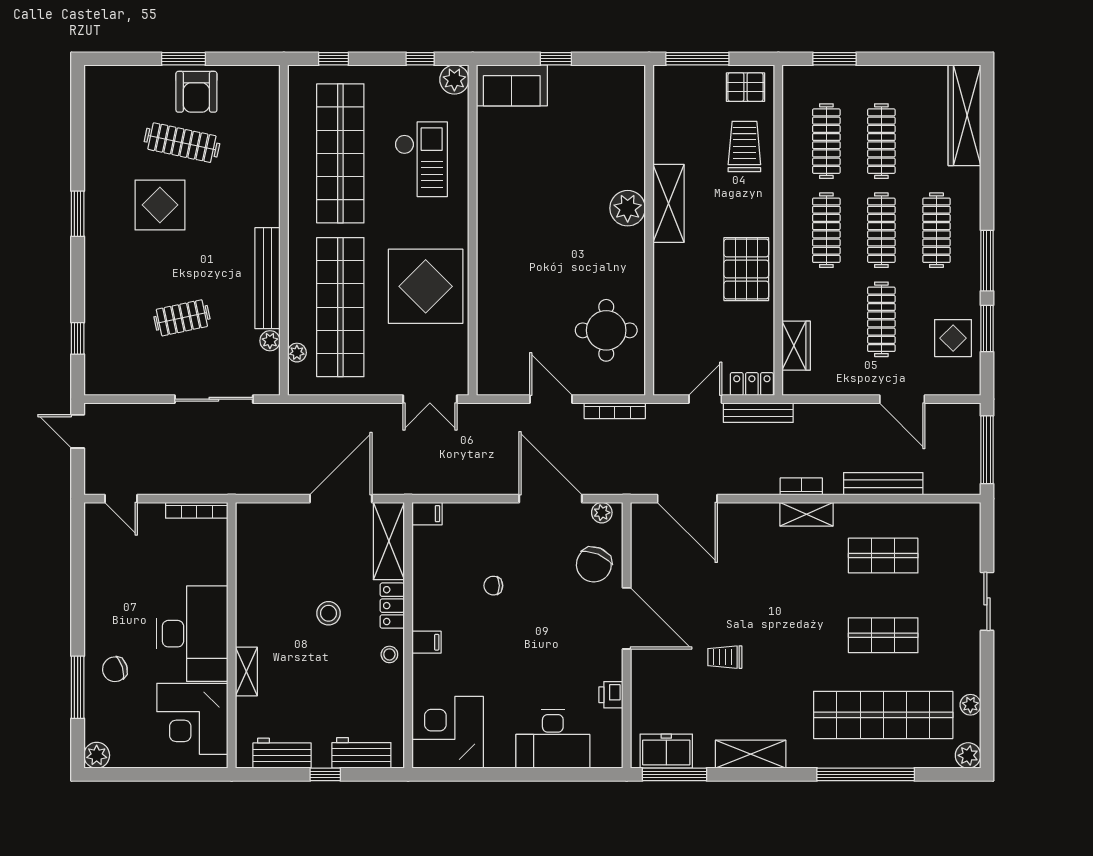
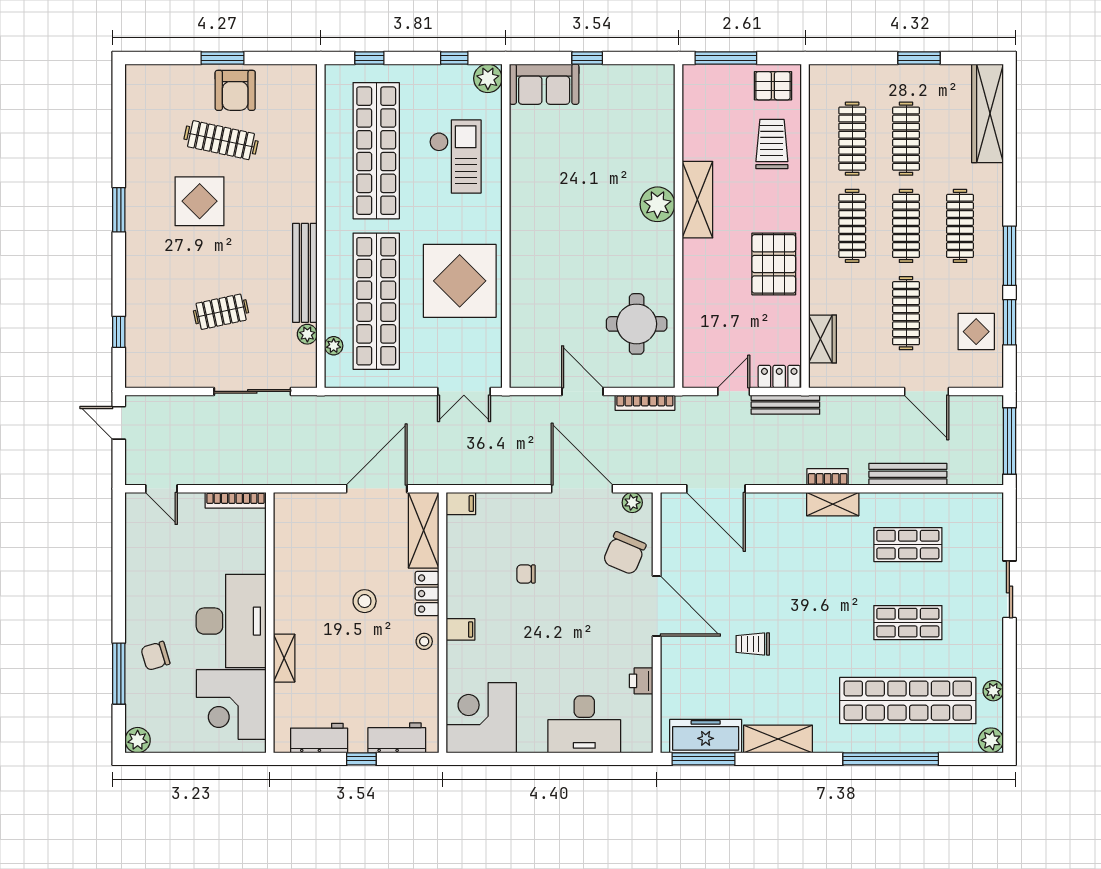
window: (835, 59) -> (919, 58), moved
freezer: (666, 751) -> (706, 736), width x1.40

